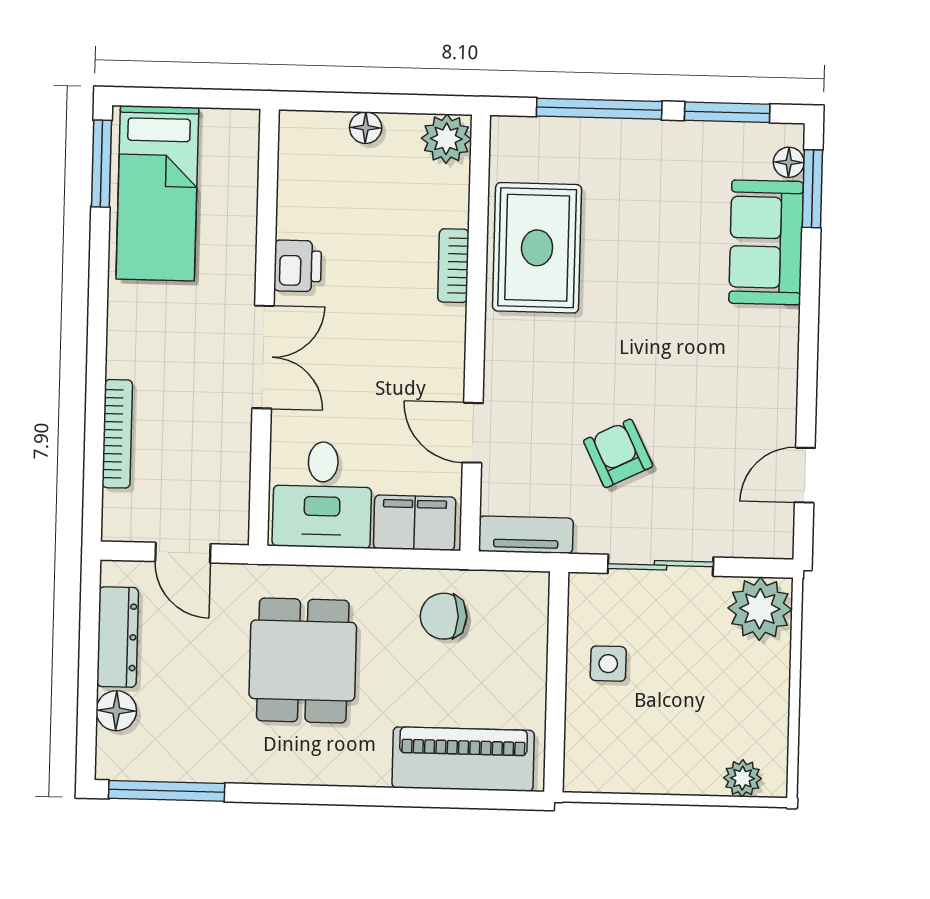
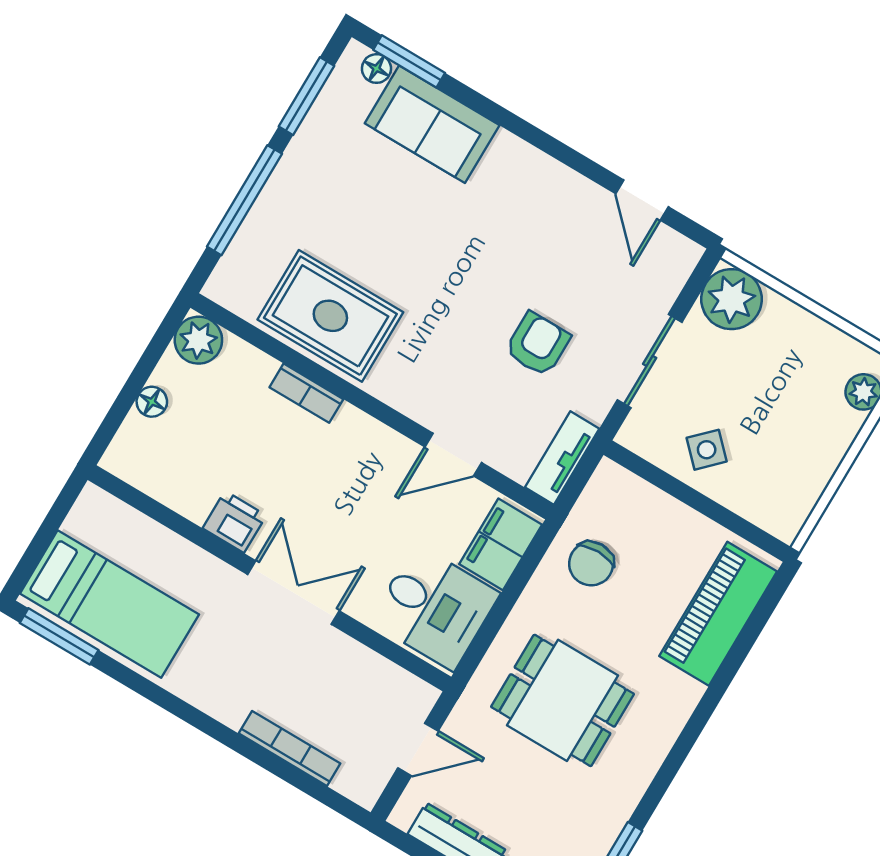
armchair: (618, 453) -> (538, 344), turned 116
side table: (608, 664) -> (707, 450), turned 45

